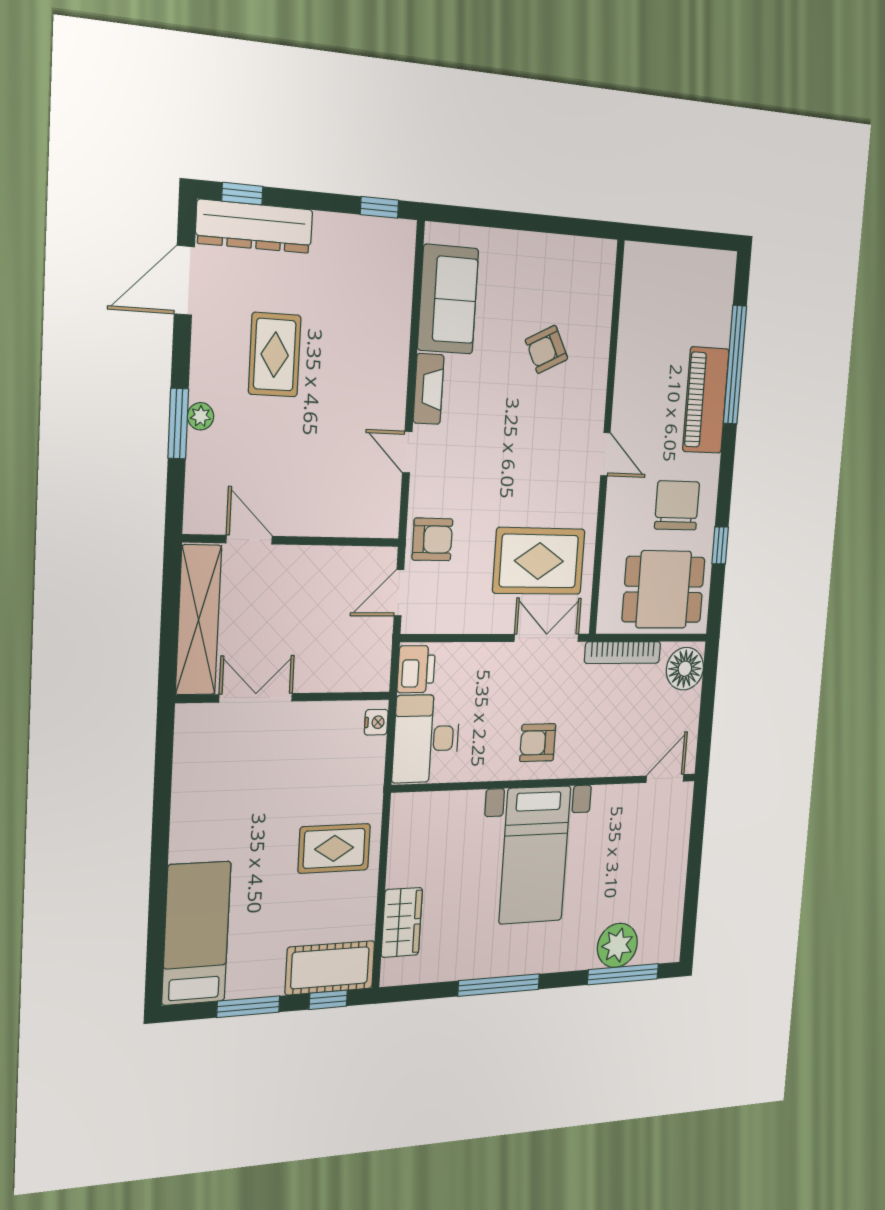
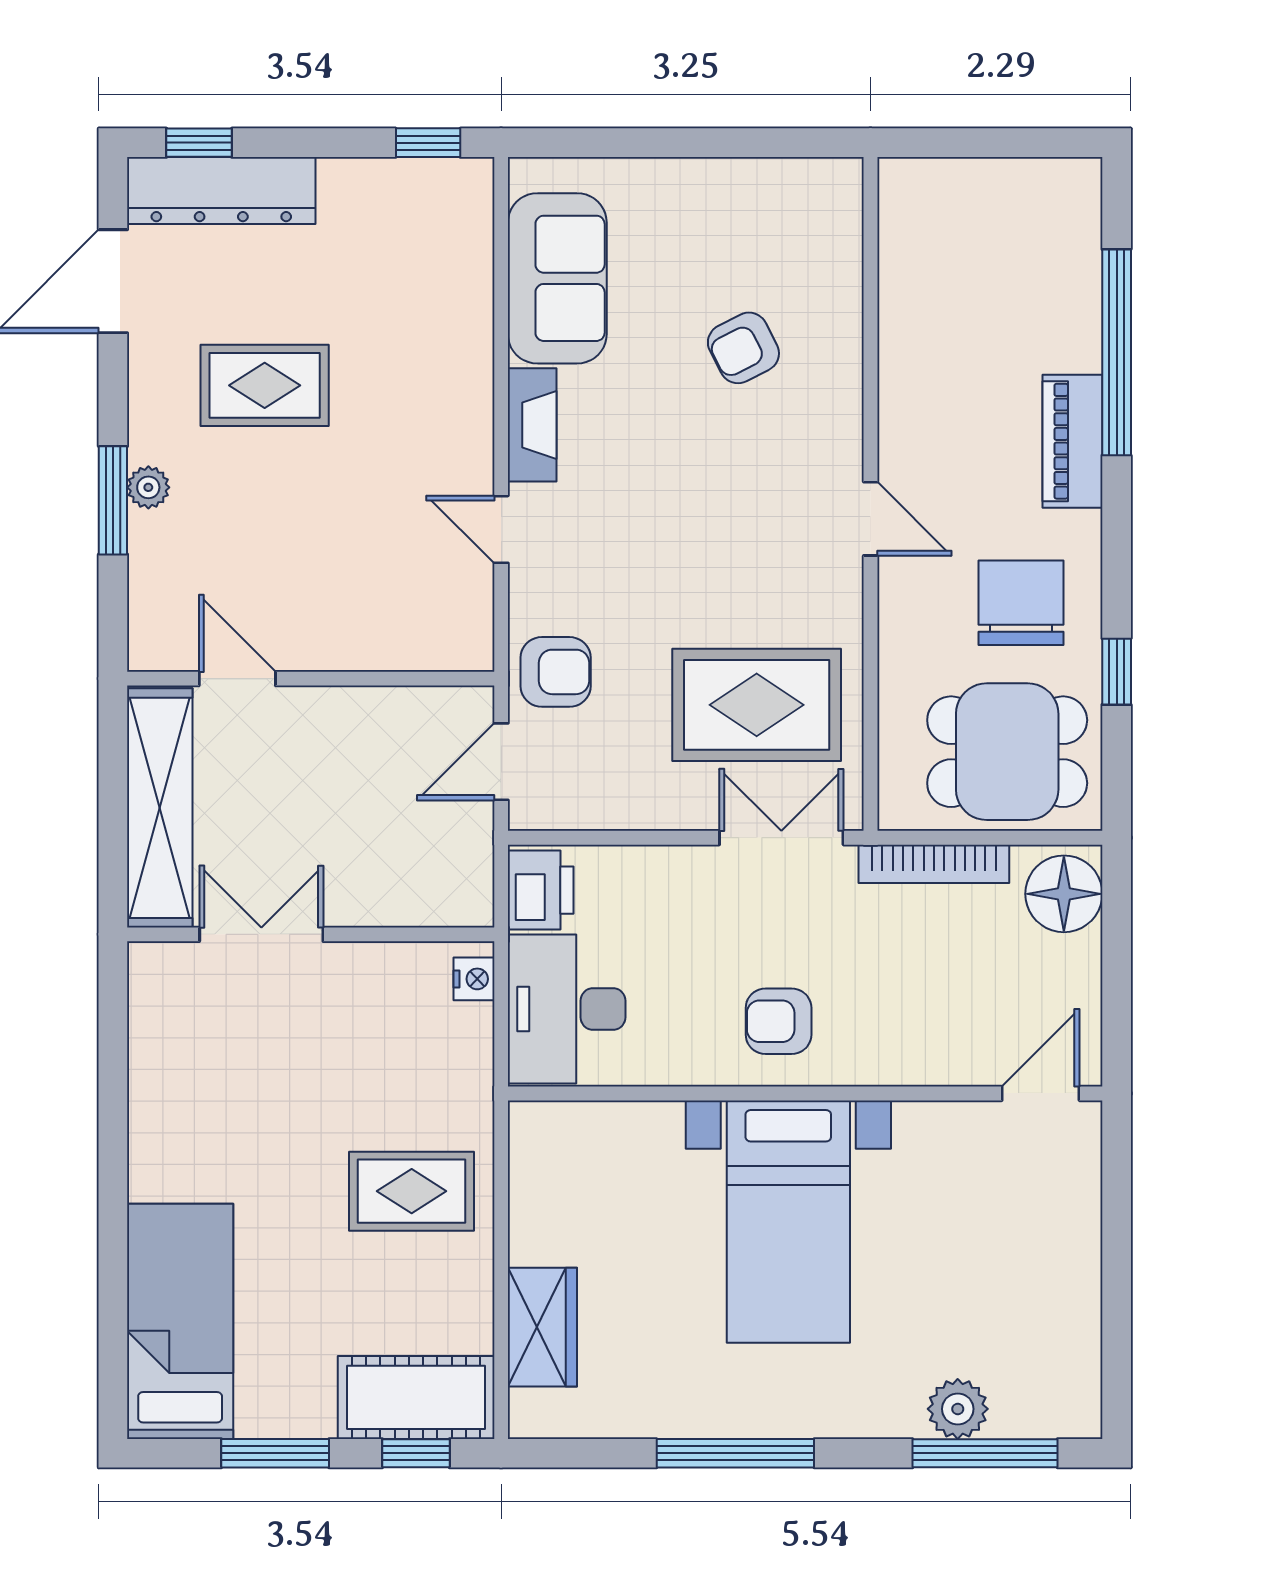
rug: (275, 355) -> (265, 385), turned 90
piano: (706, 400) -> (1073, 441), width x0.73, depth x0.75
plant: (617, 945) -> (958, 1409), width x0.73, depth x0.73

